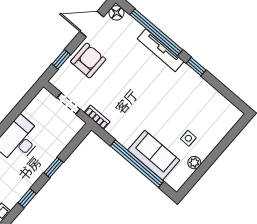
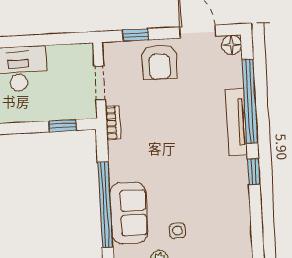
armchair: (88, 60) -> (159, 62), turned 90
window: (54, 167) -> (63, 126), moved

